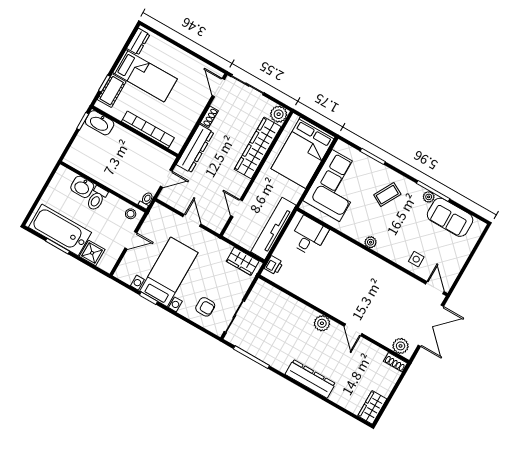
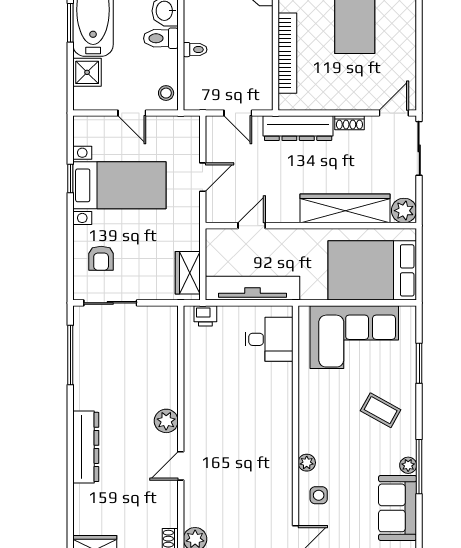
toilet: (146, 200) -> (195, 50), moved
plant: (371, 242) -> (307, 463), moved

